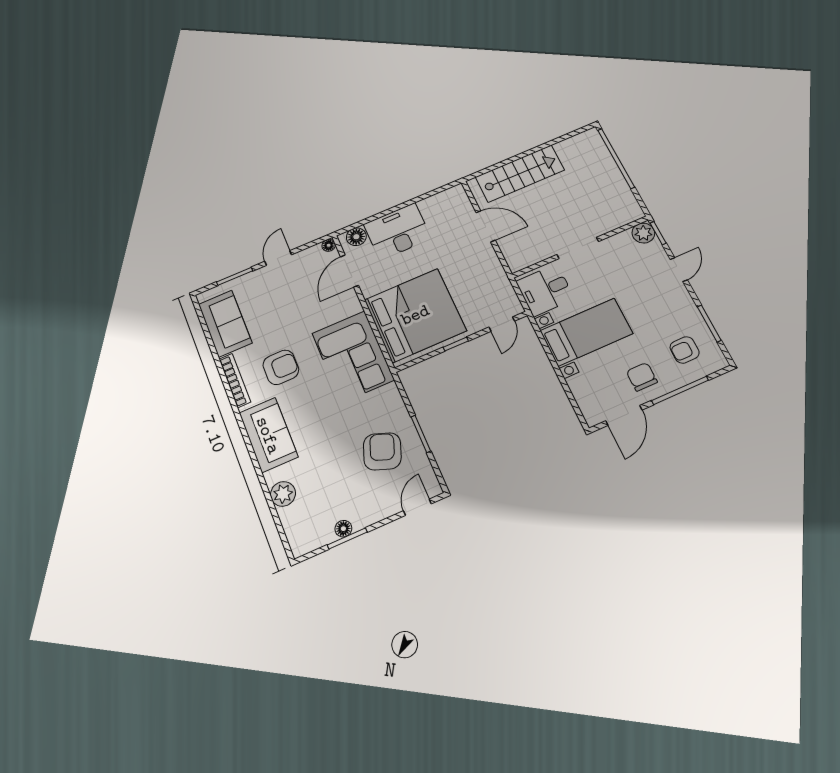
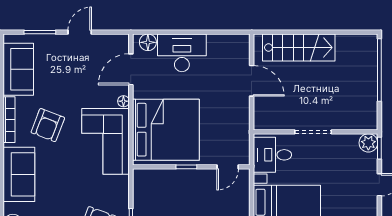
floor lamp: (329, 245) -> (123, 101), moved
armchair: (281, 367) -> (48, 125), turned 111

